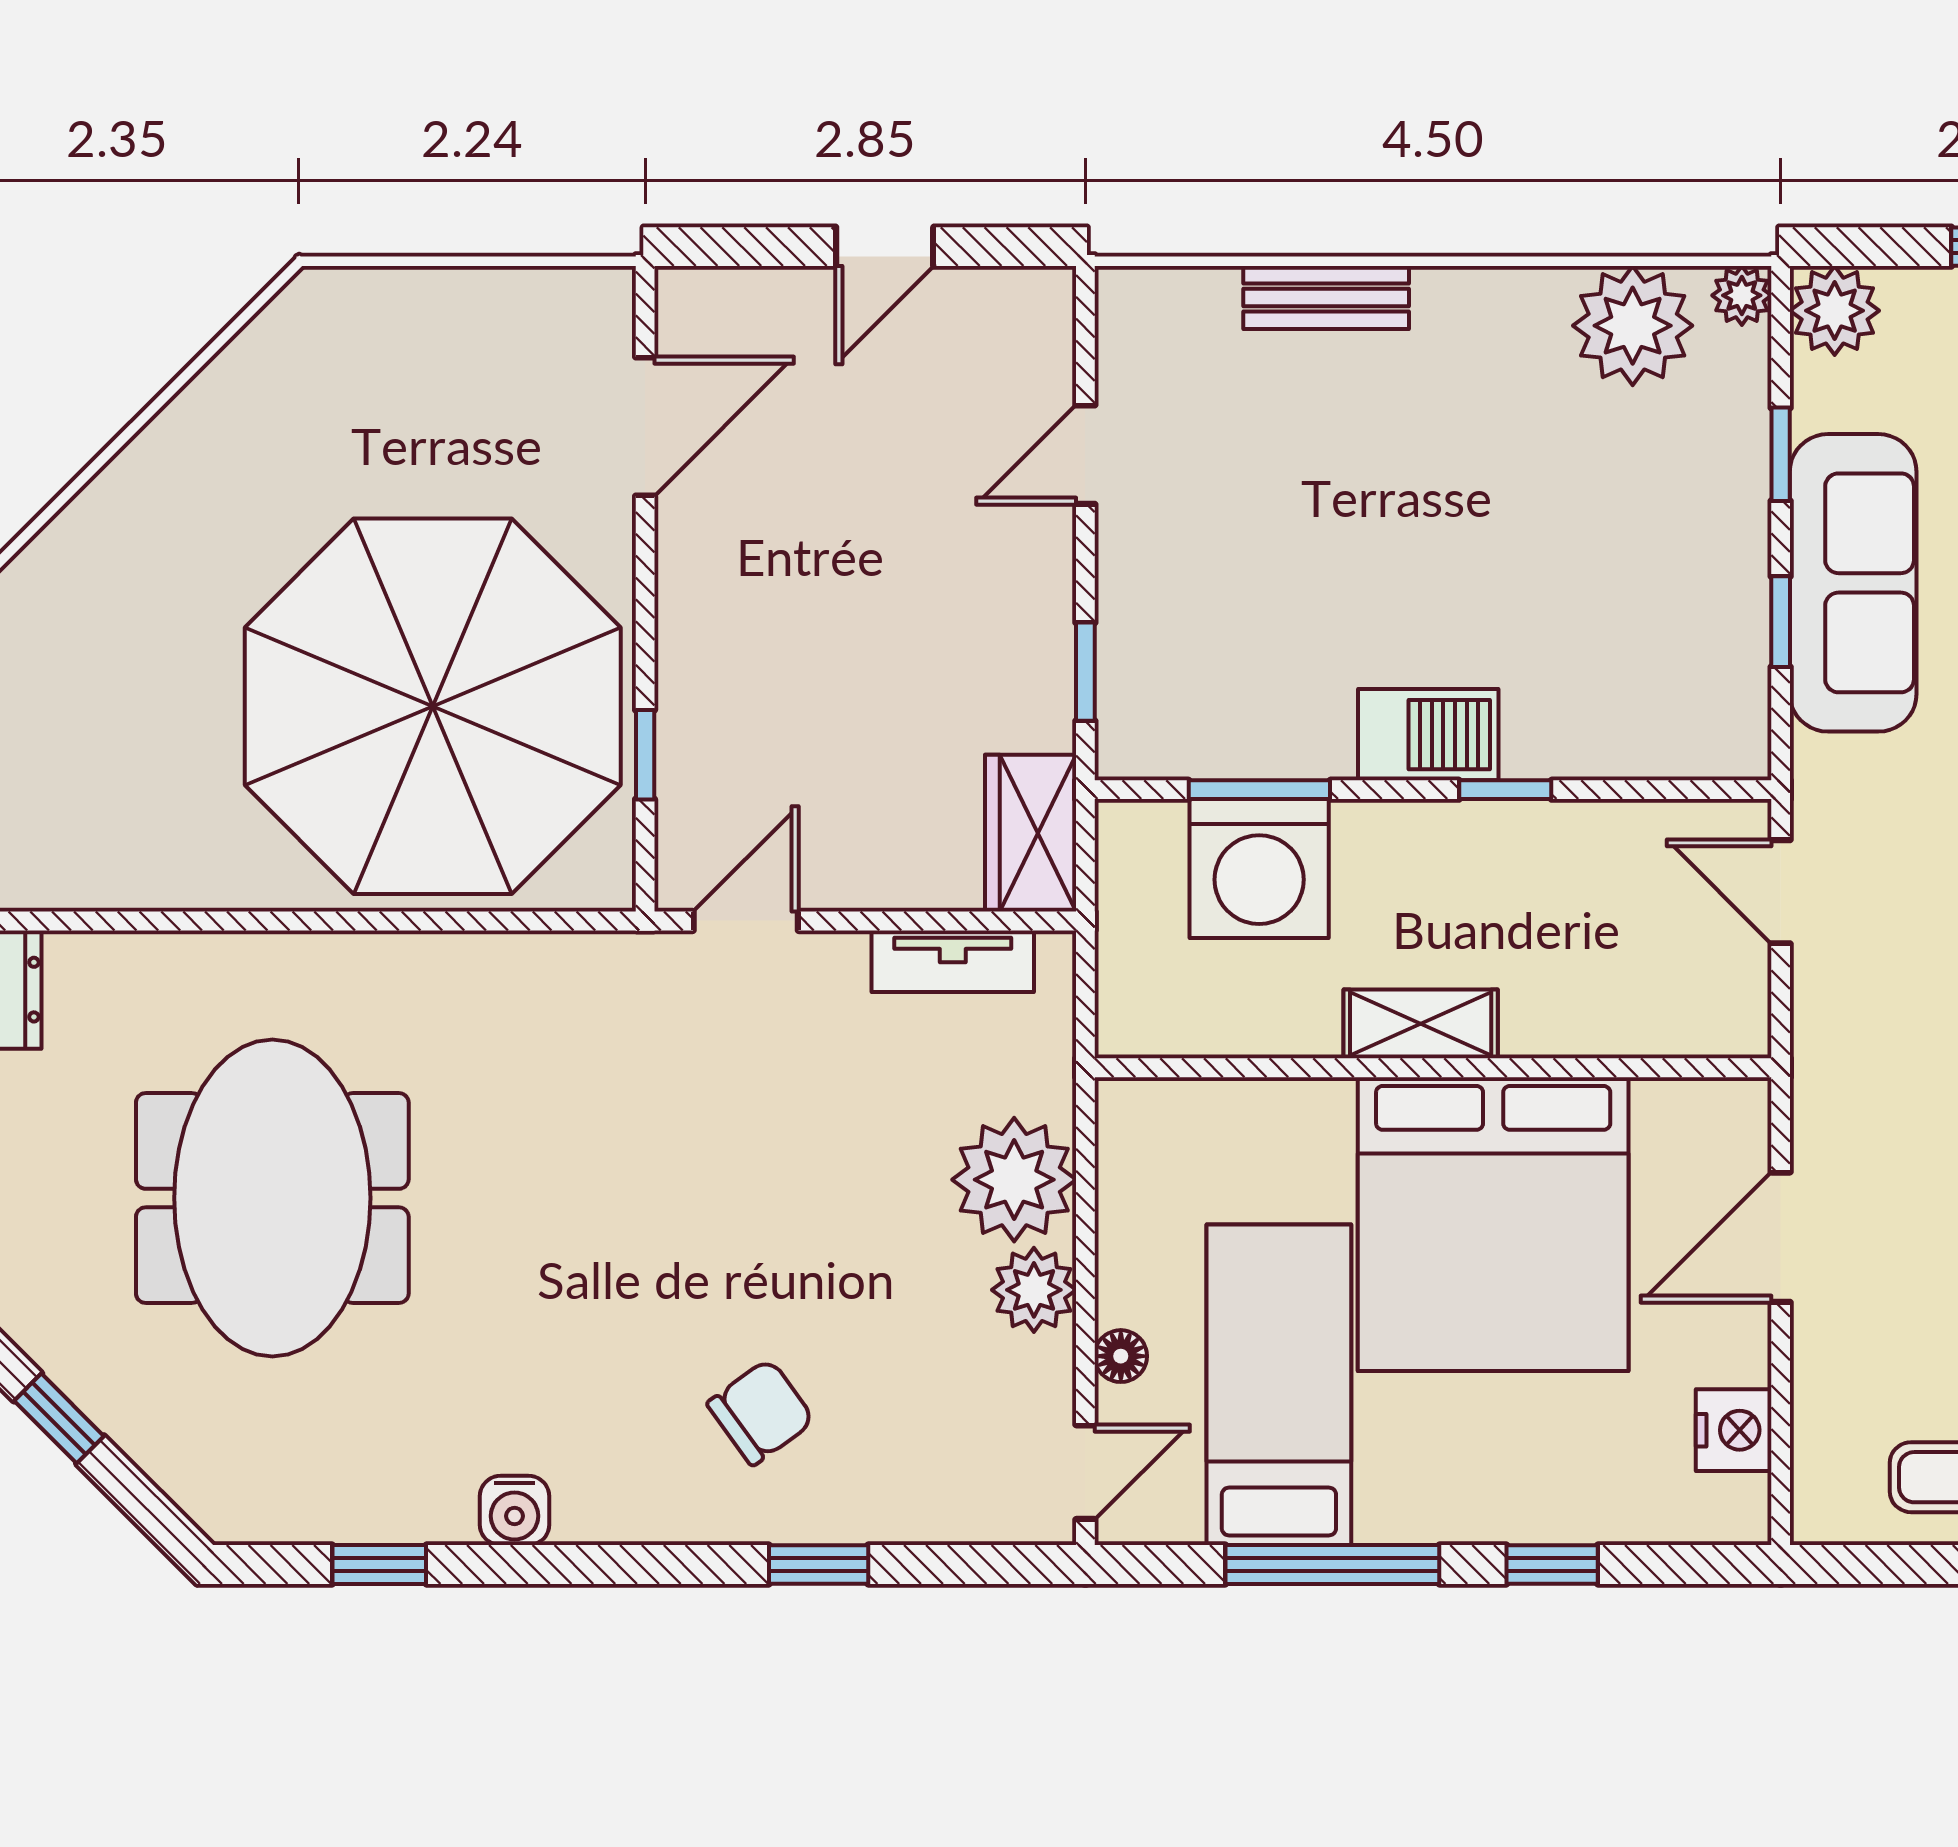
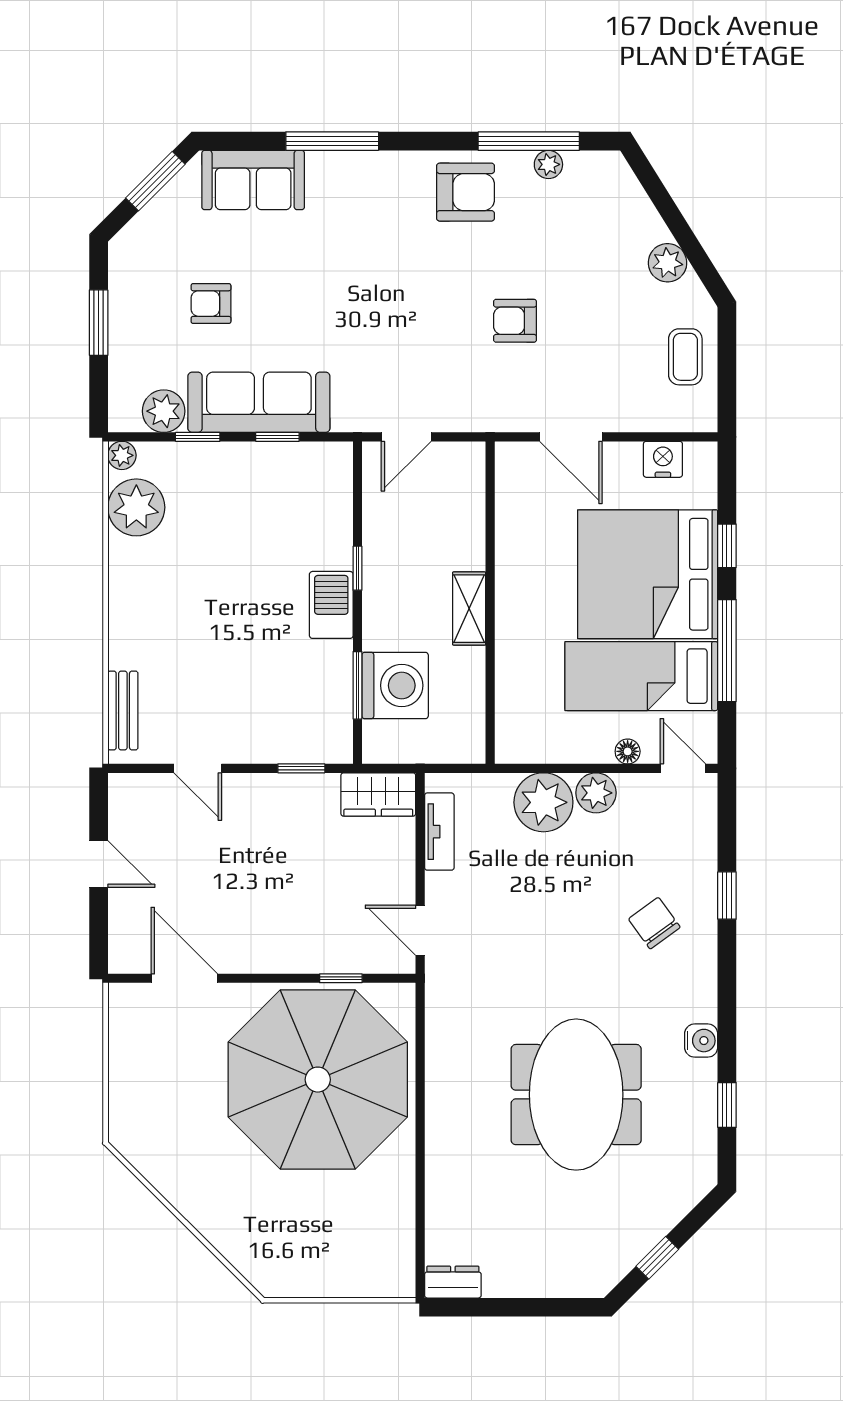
bench: (1326, 298) -> (123, 710), moved
plant: (1835, 311) -> (164, 411), moved
meeting table: (272, 1198) -> (576, 1095), moved, turned 90
bed: (1493, 1224) -> (648, 574), moved, turned 180

